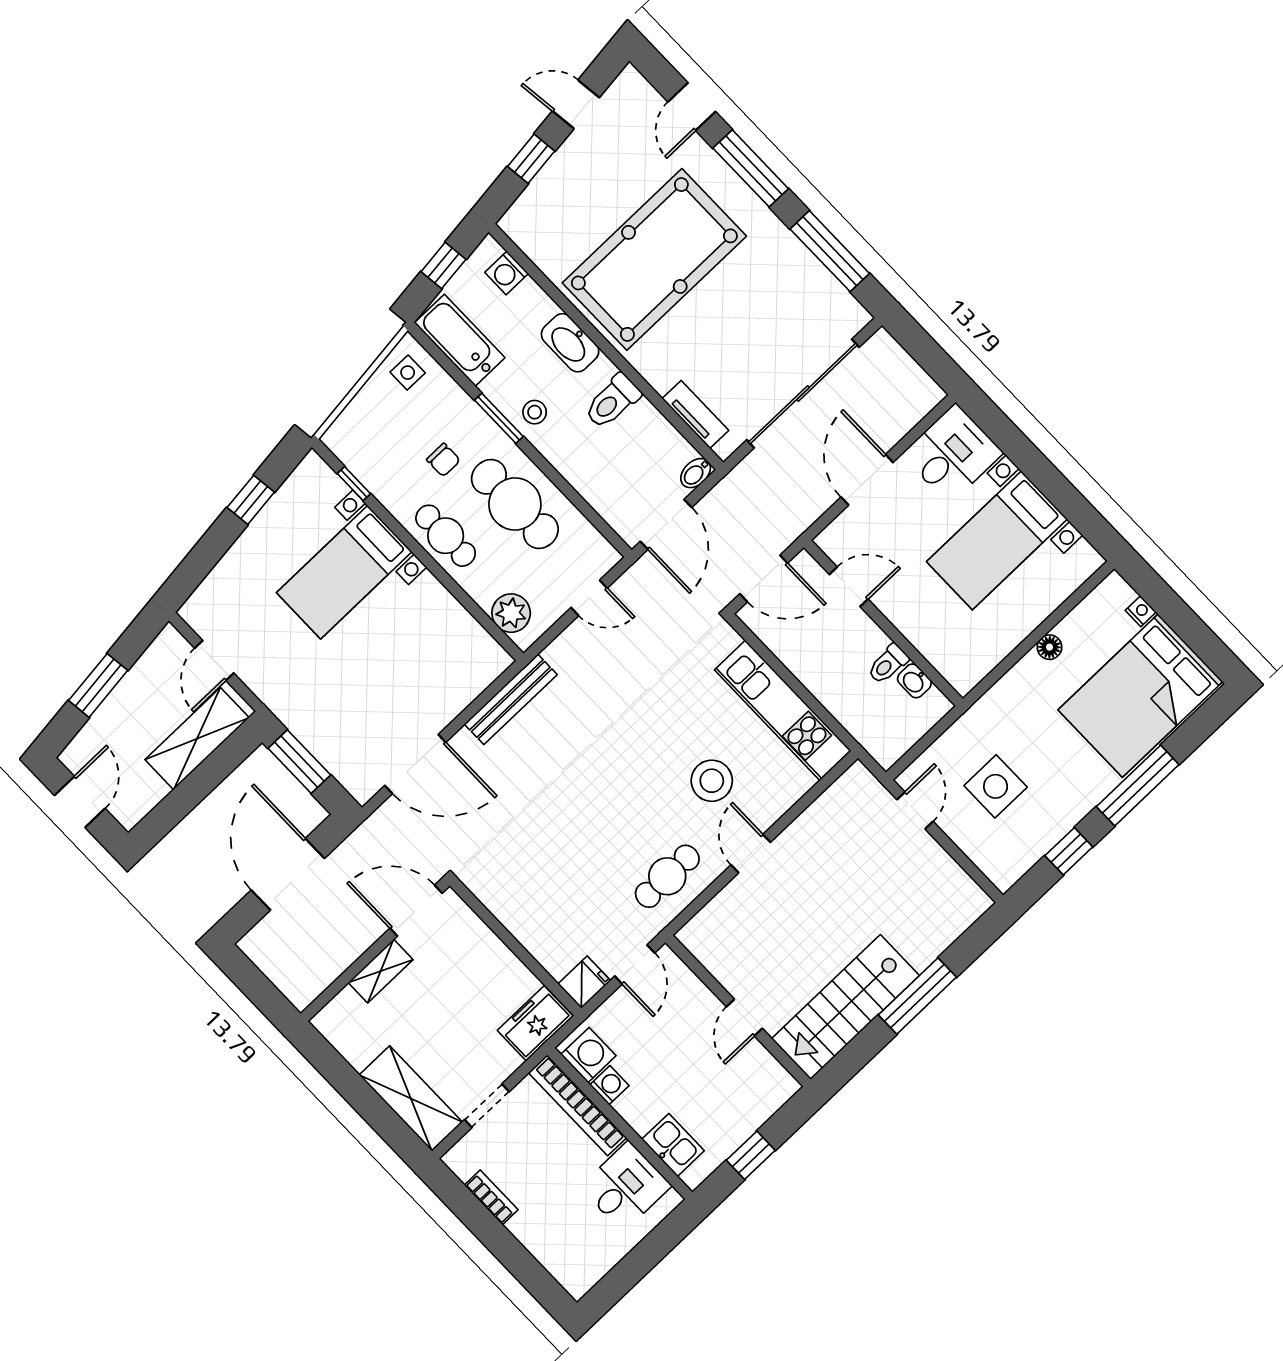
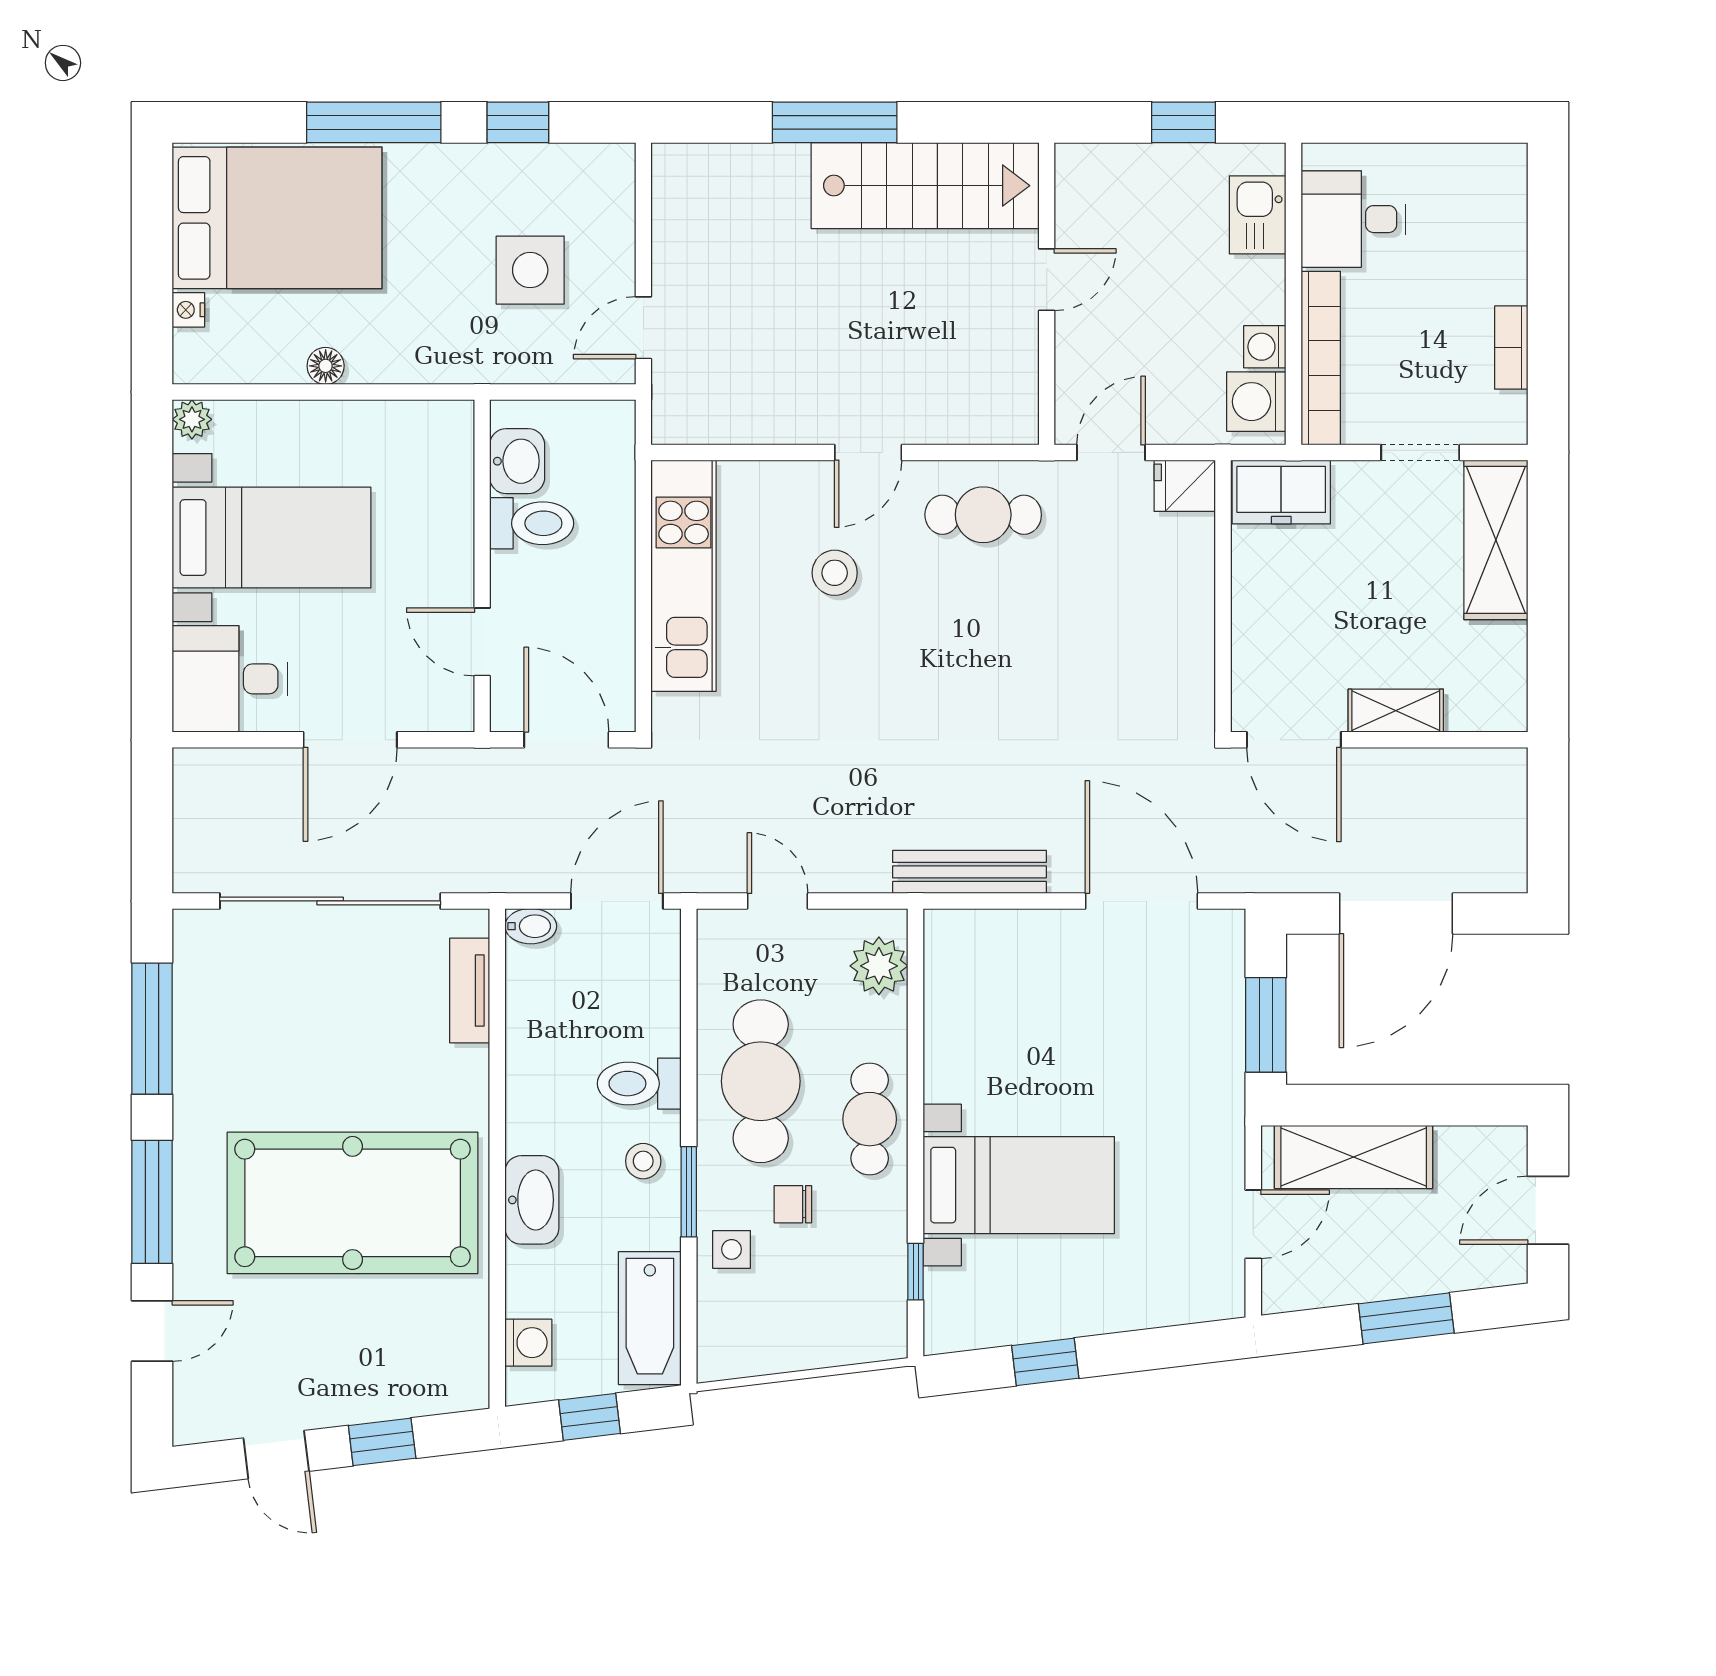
side table: (408, 373) -> (732, 1249), moved
toilet: (612, 401) -> (639, 1084), moved, turned 180
chair: (443, 460) -> (793, 1204), turned -90
plant: (1089, 561) -> (192, 419), added
toilet: (888, 664) -> (532, 523), width x1.37, depth x1.39
washbasin: (914, 681) -> (517, 461), width x1.38, depth x1.45
stool: (712, 781) -> (835, 573), width x0.73, depth x0.73

